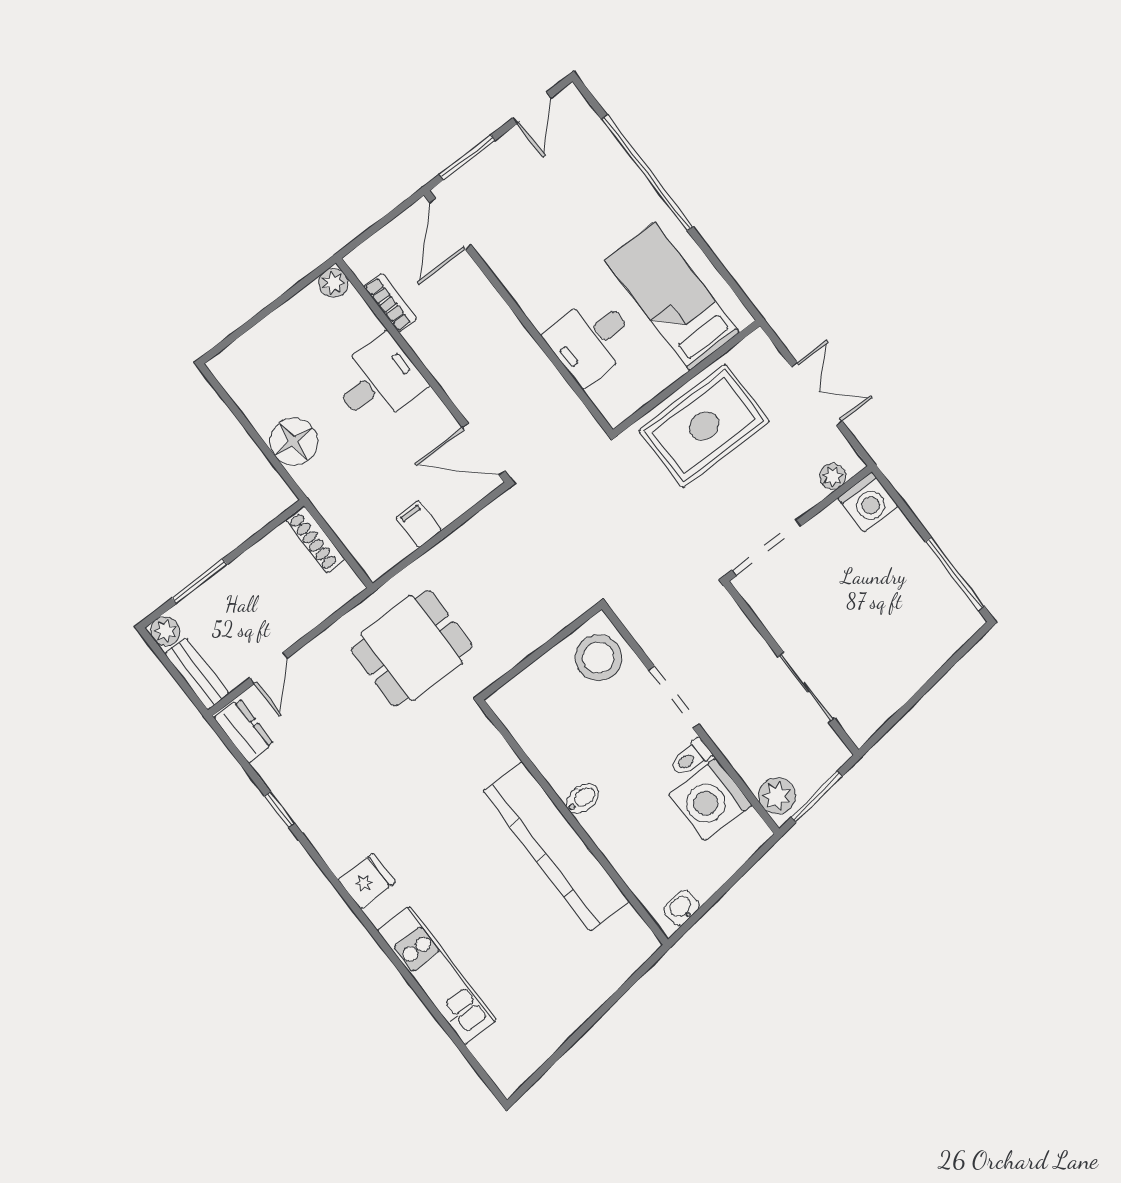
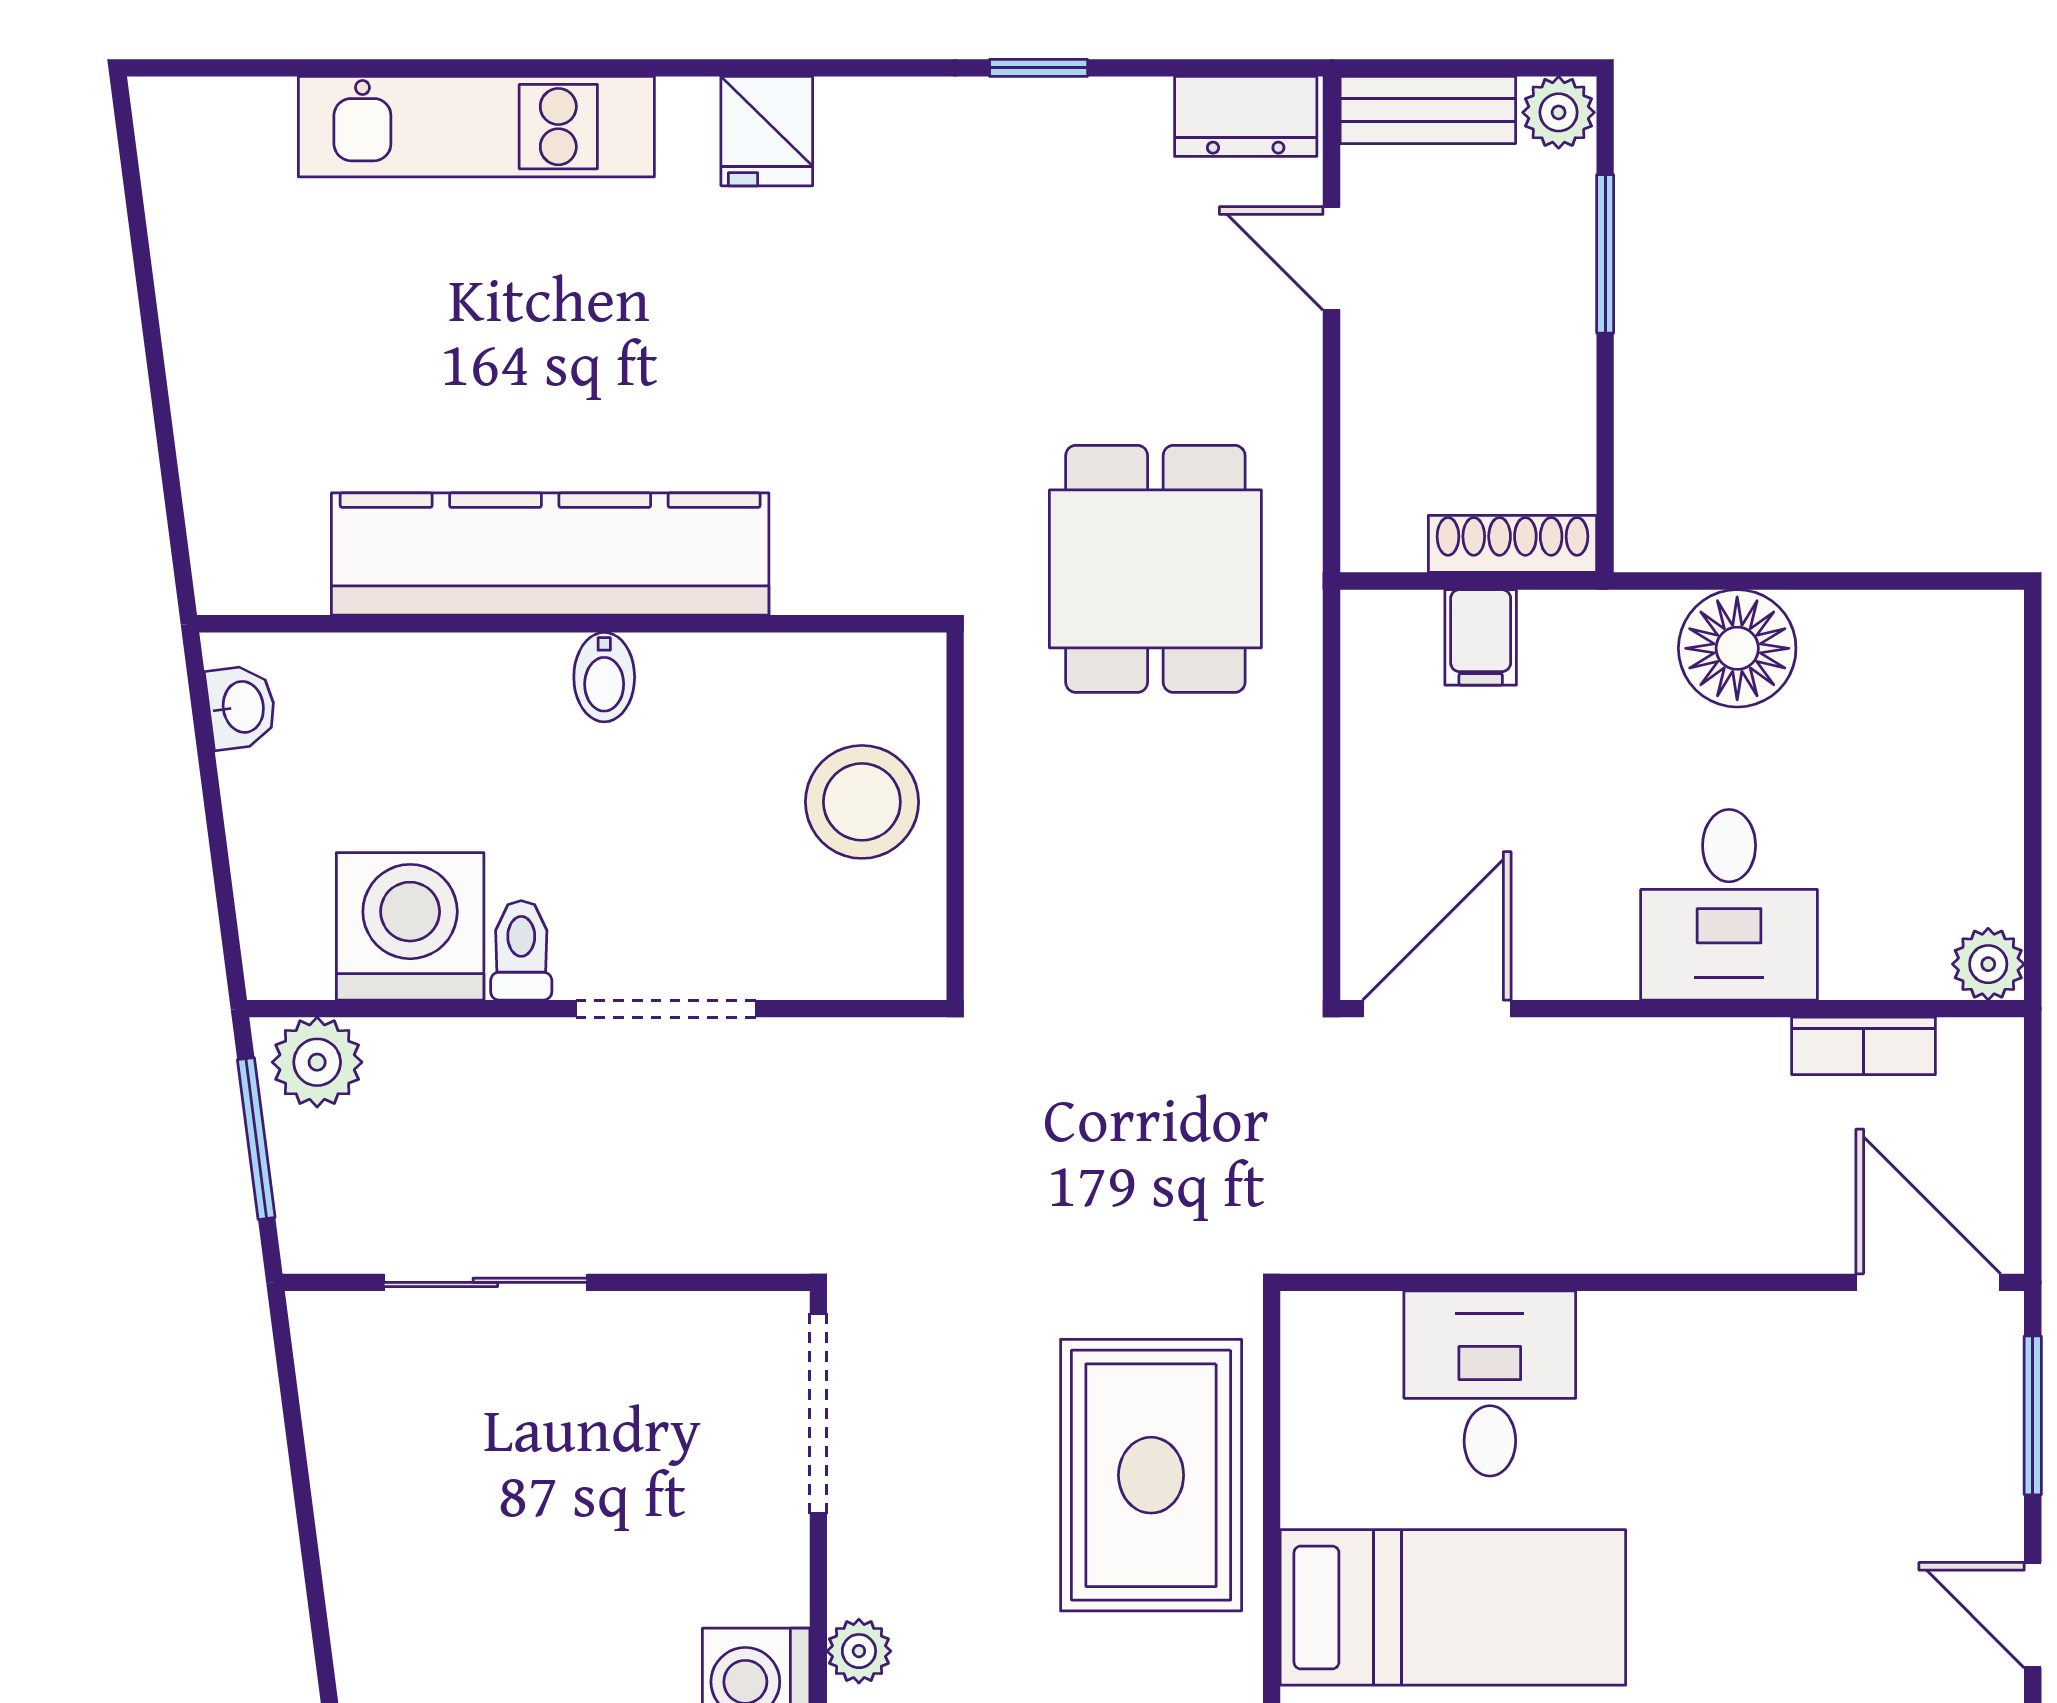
filing cabinet: (419, 524) -> (1481, 637), moved, turned 90
stool: (598, 658) -> (862, 802), moved

